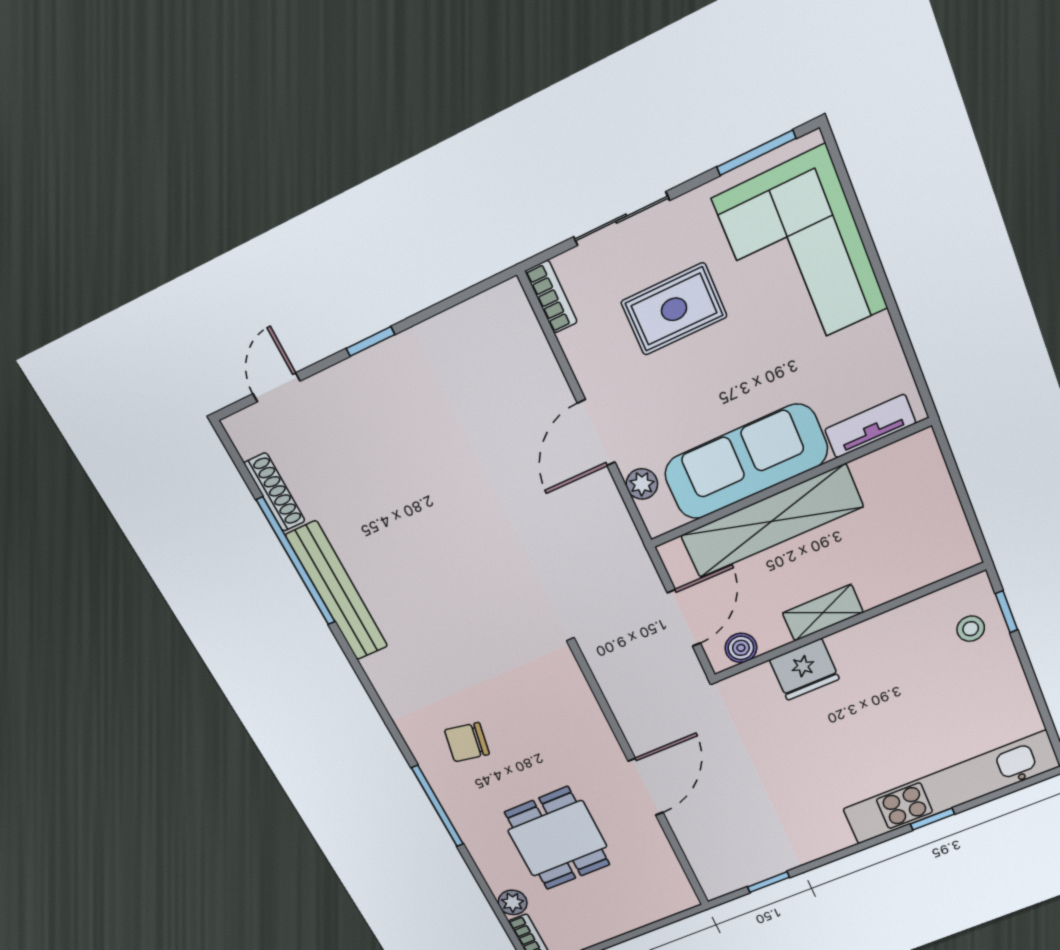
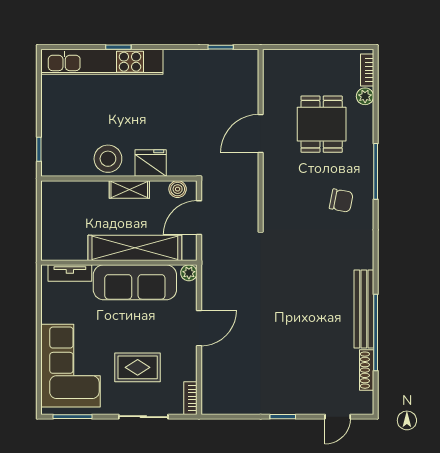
plant: (642, 484) -> (189, 273), moved
stool: (971, 629) -> (108, 159), moved, width x1.89, depth x1.89

